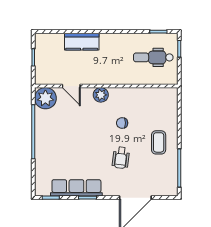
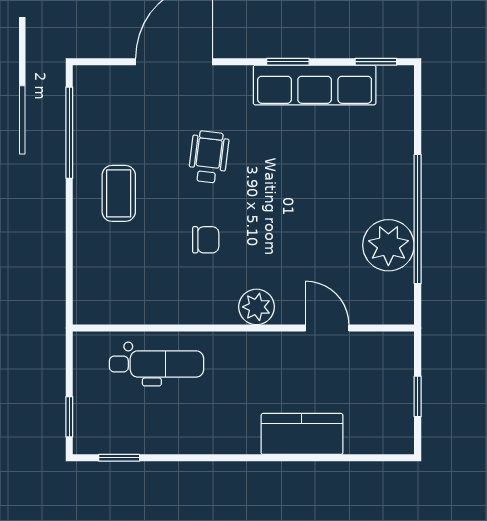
dental chair: (153, 57) -> (157, 364), moved
plant: (45, 98) -> (388, 245), moved

